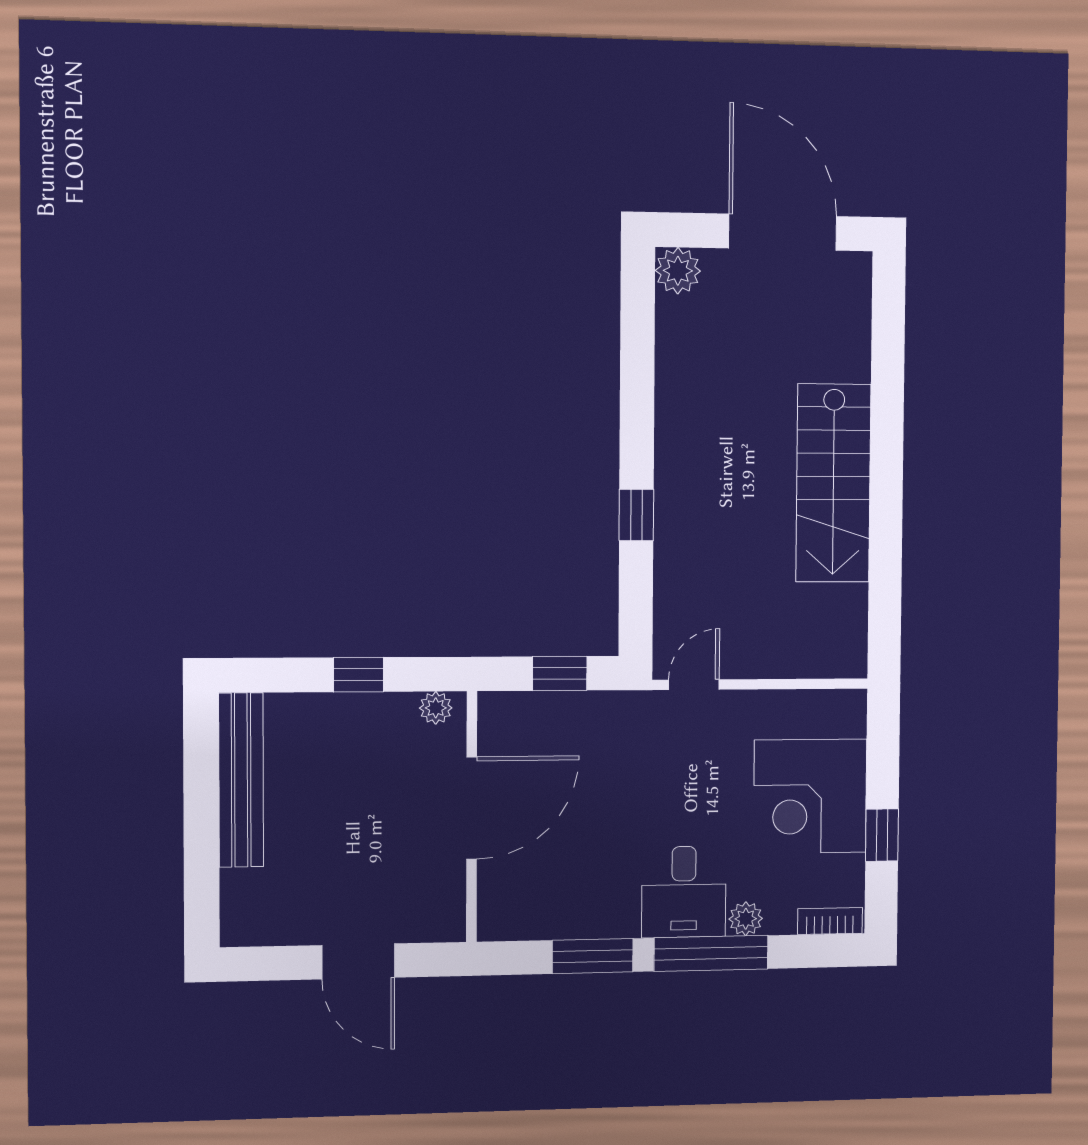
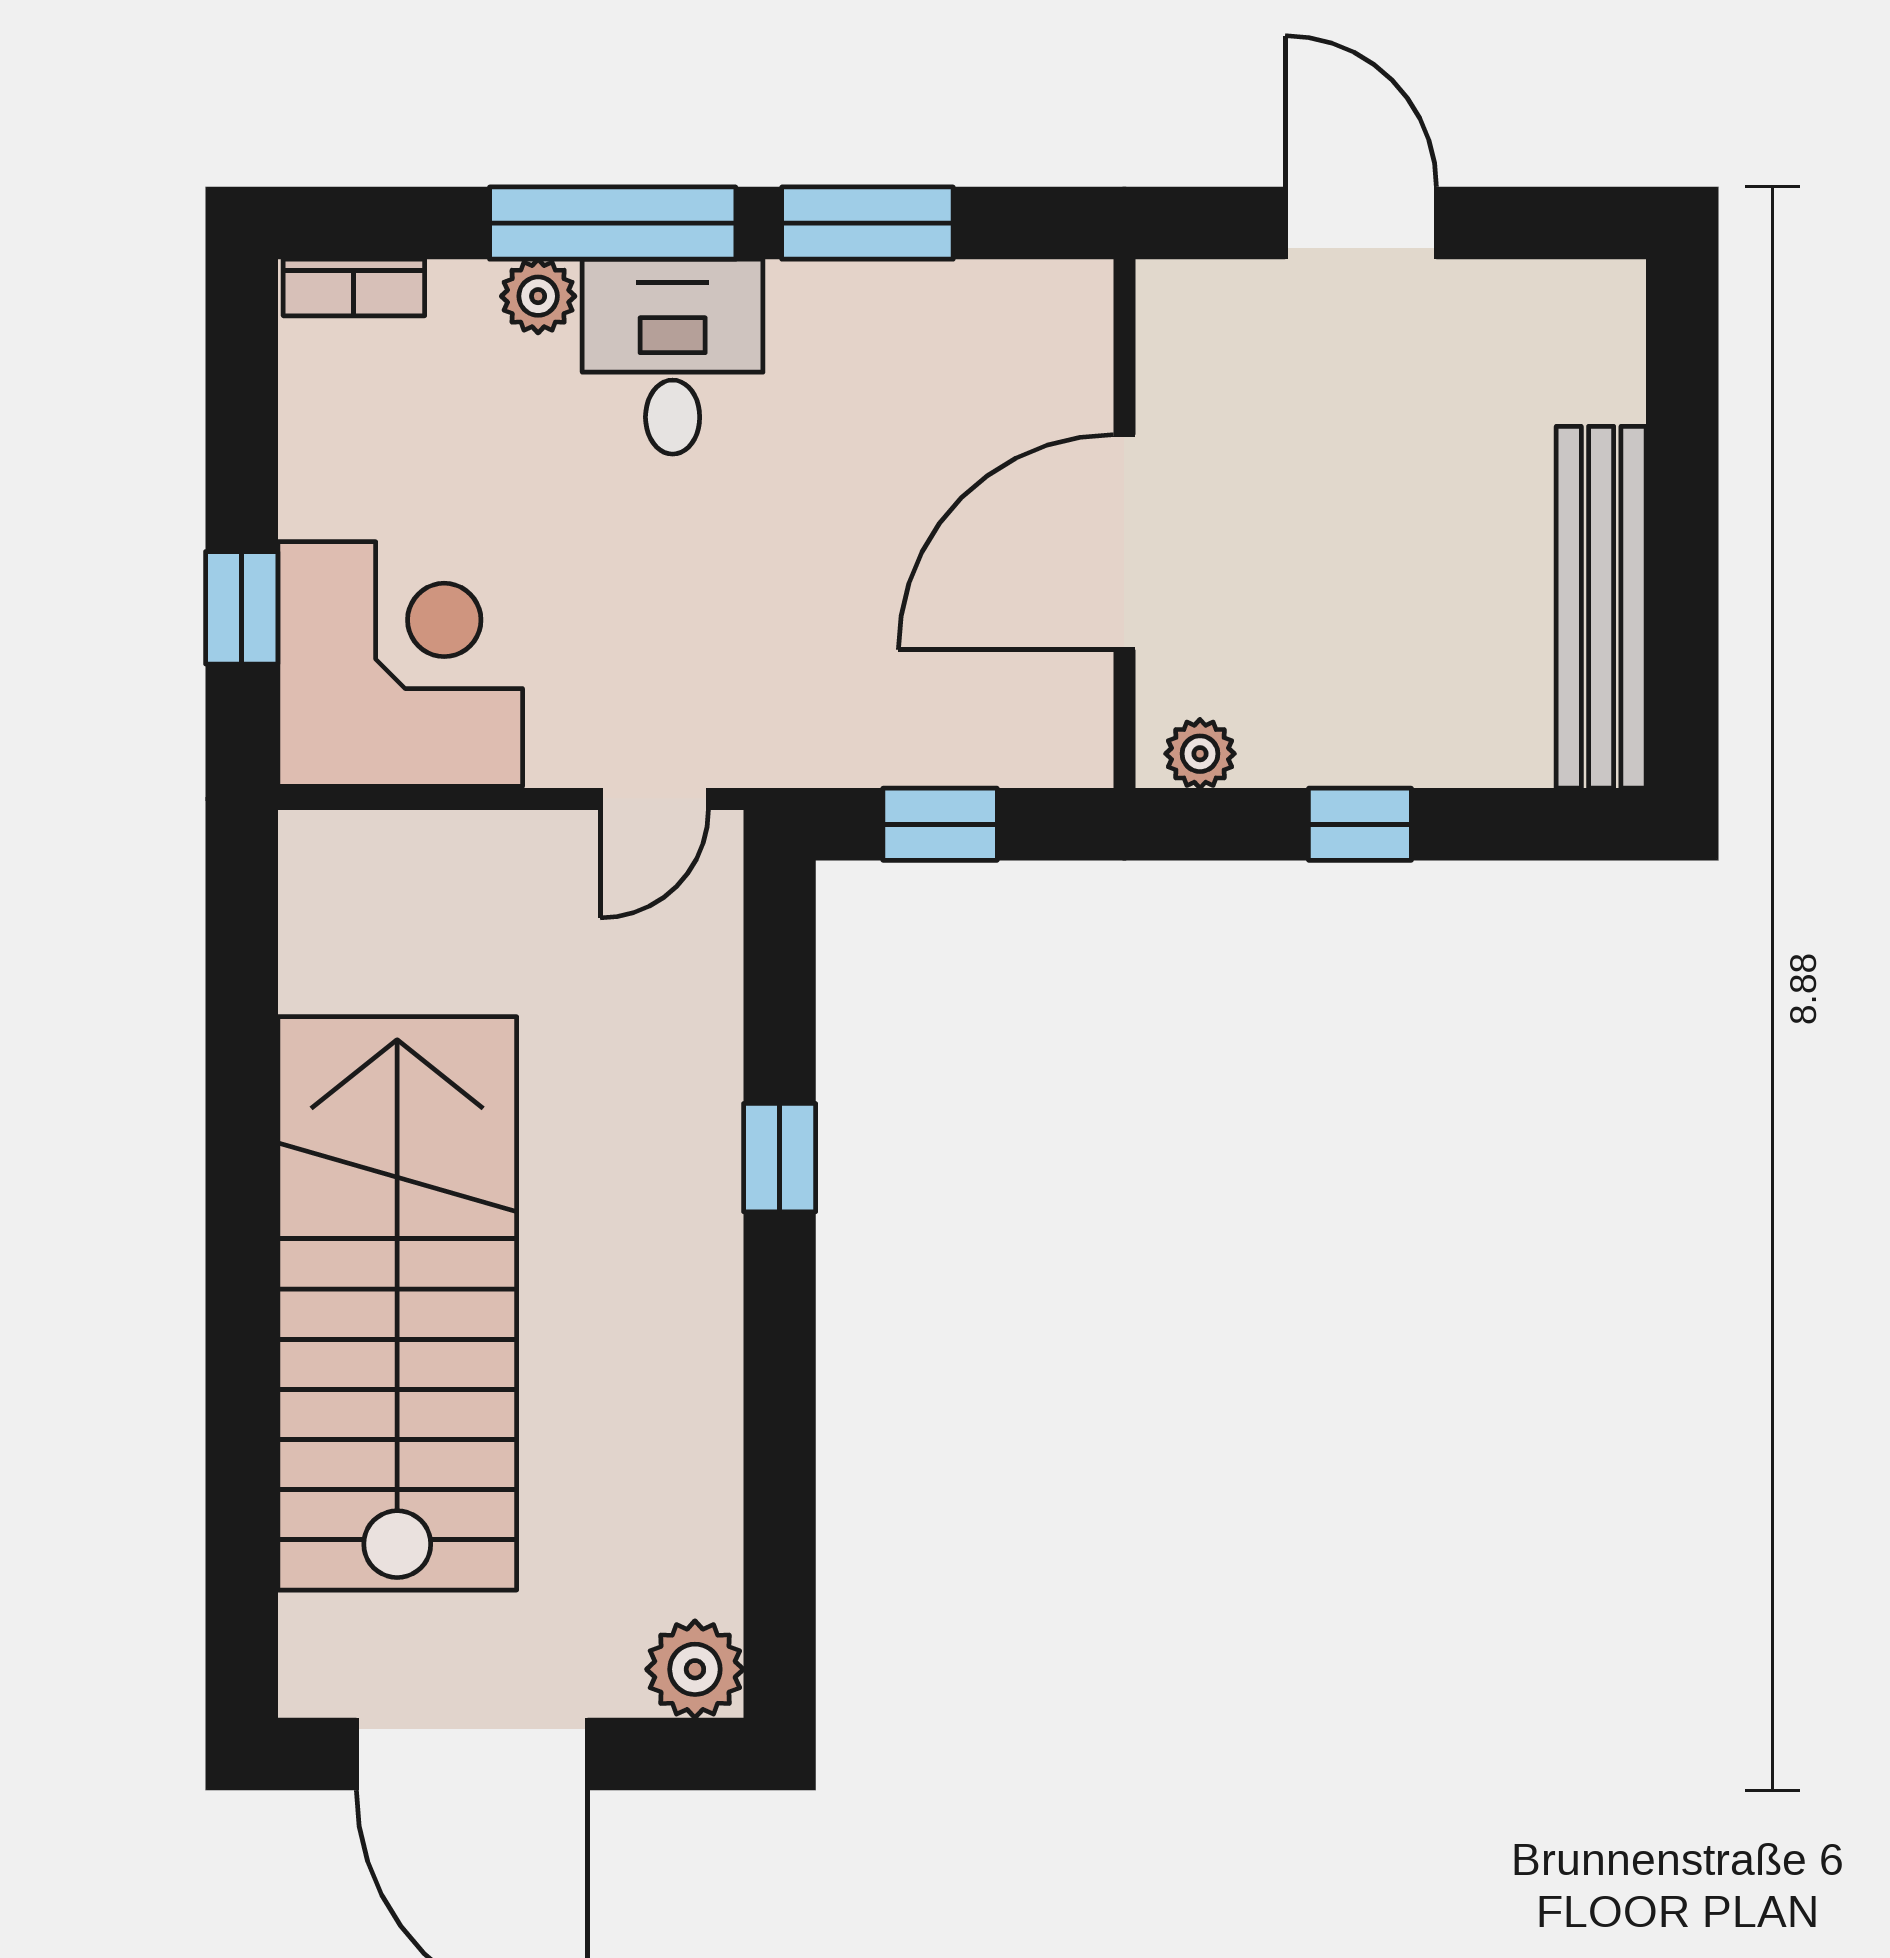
stairs: (833, 483) -> (397, 1303), width x1.36, depth x1.51
corner desk: (810, 796) -> (400, 664), moved
window: (882, 835) -> (242, 608), moved

